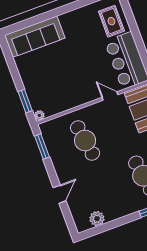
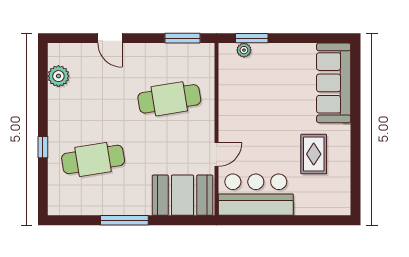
rug: (111, 21) -> (314, 154), moved, turned 90
plant: (39, 115) -> (244, 50), moved

